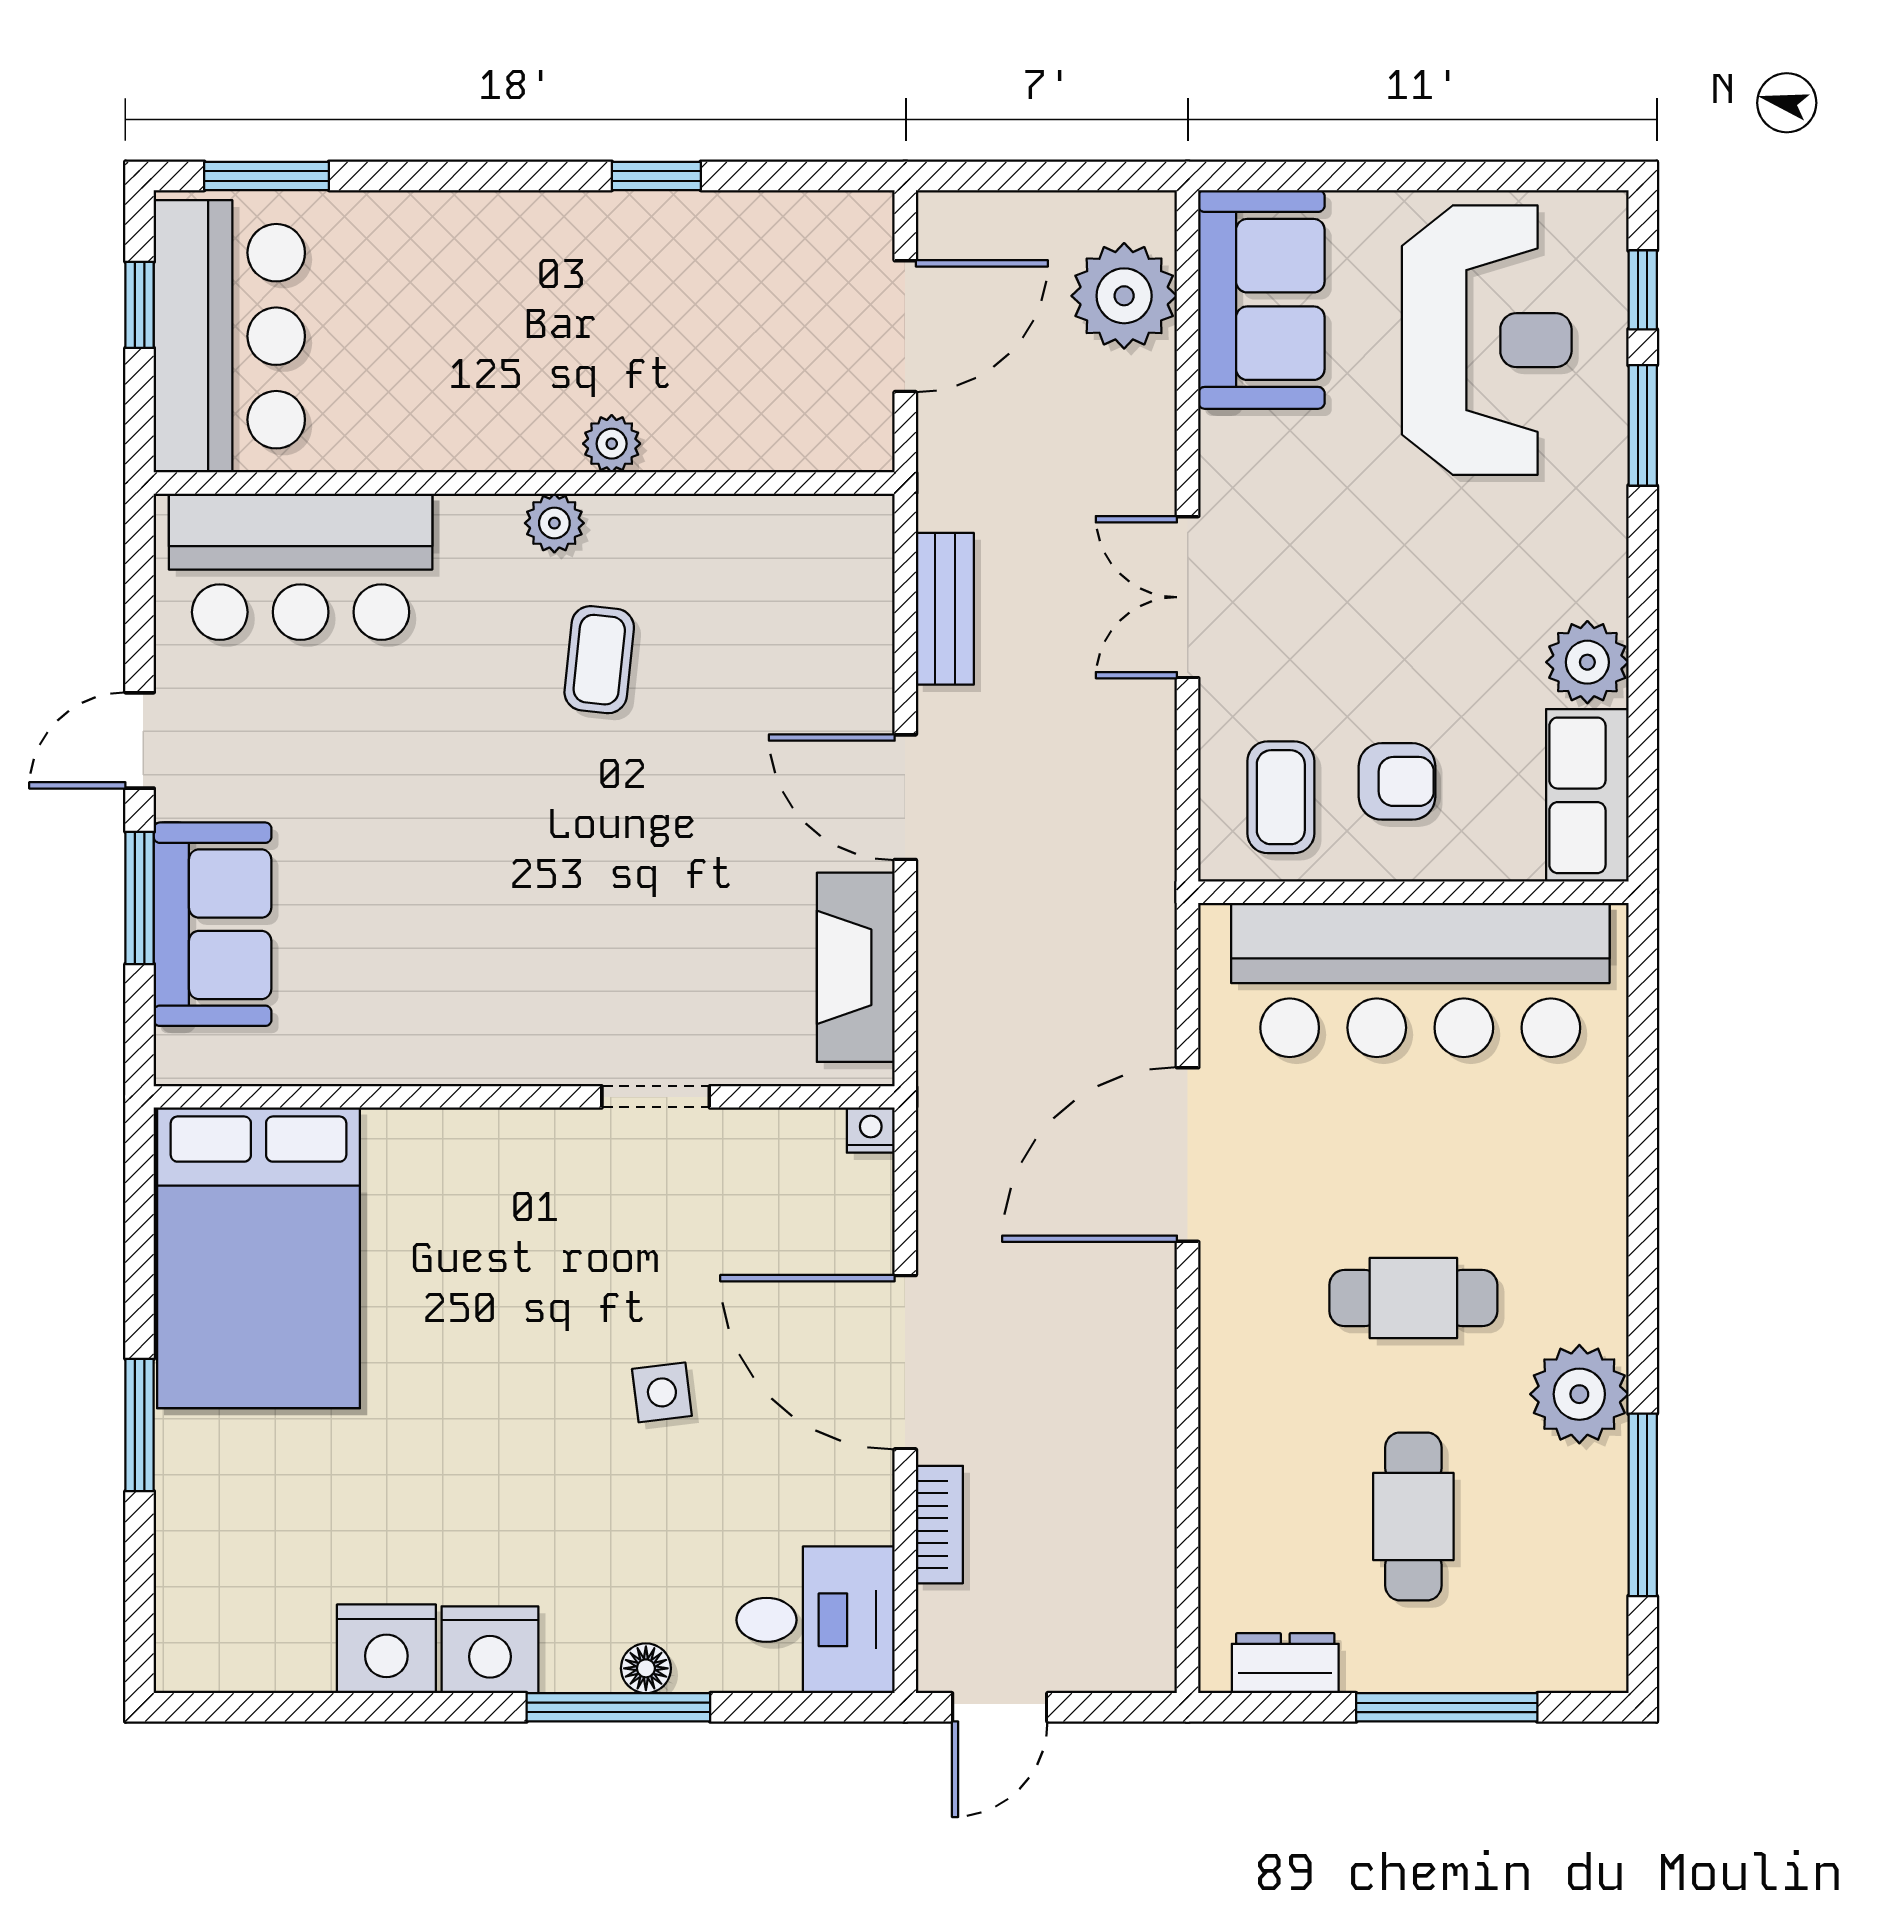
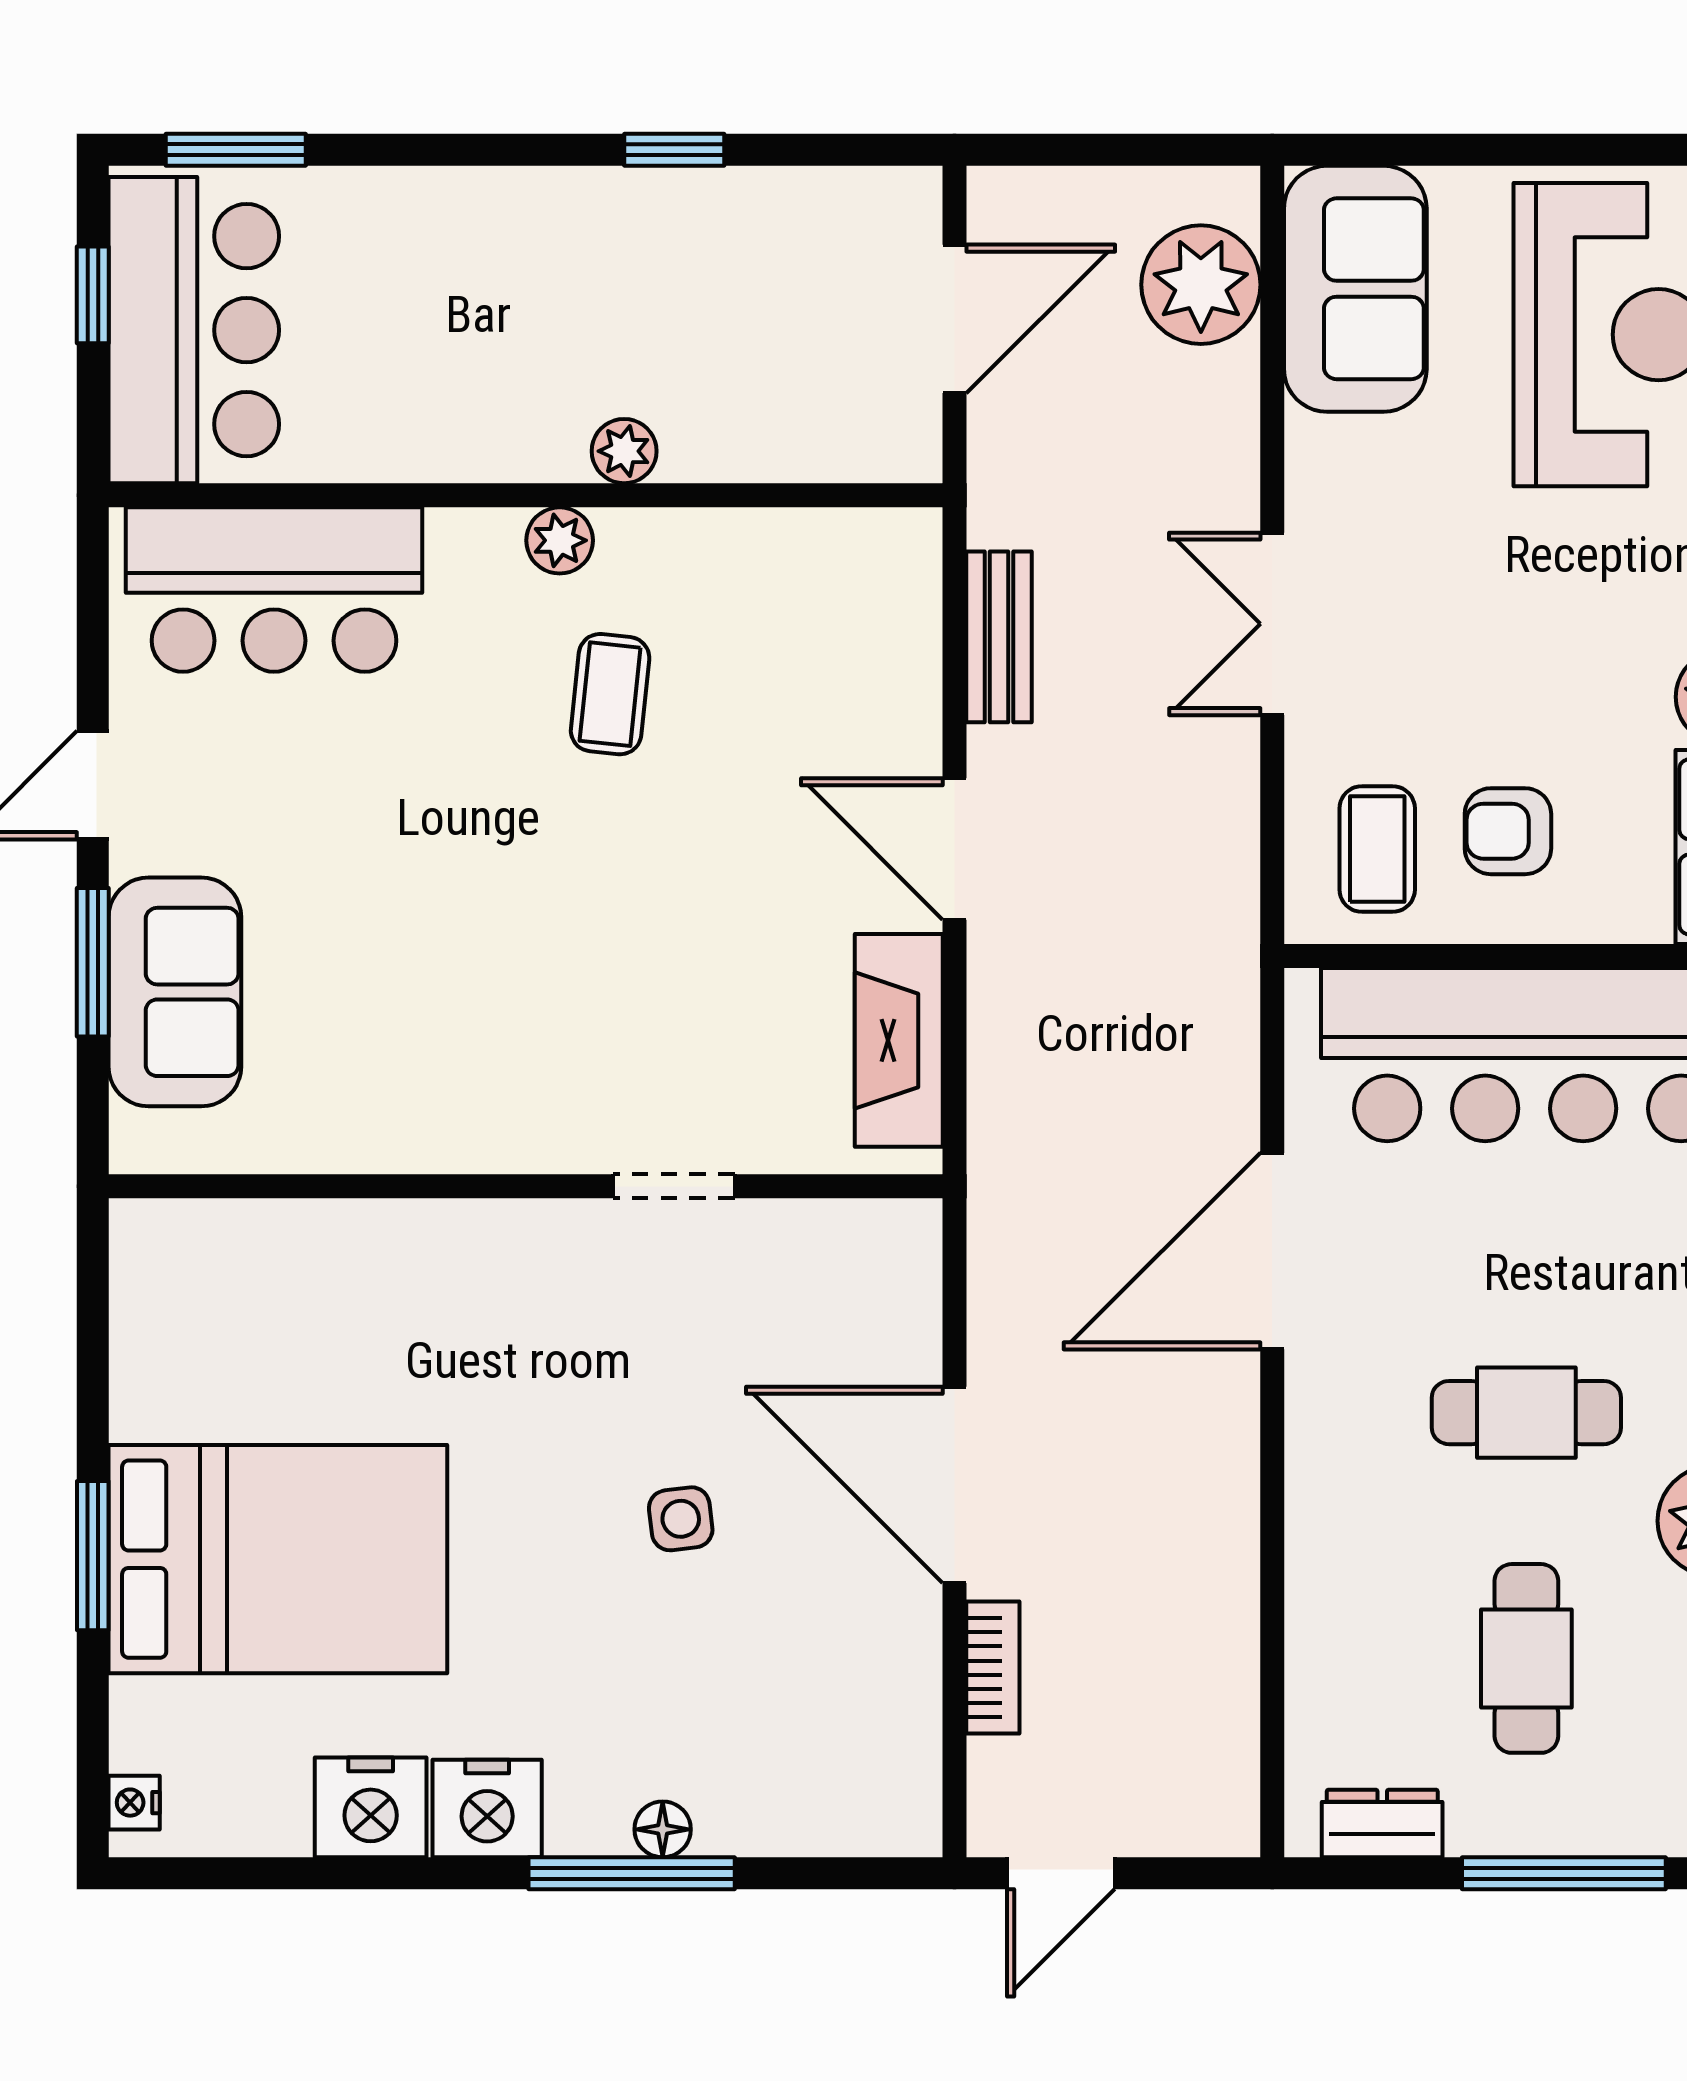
armchair: (1397, 781) -> (1508, 831), turned 180
nightstand: (871, 1130) -> (134, 1803), moved, turned -90
bed: (258, 1258) -> (278, 1559), moved, turned -90
desk: (816, 1620) -> (854, 1775), removed

